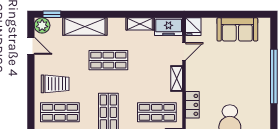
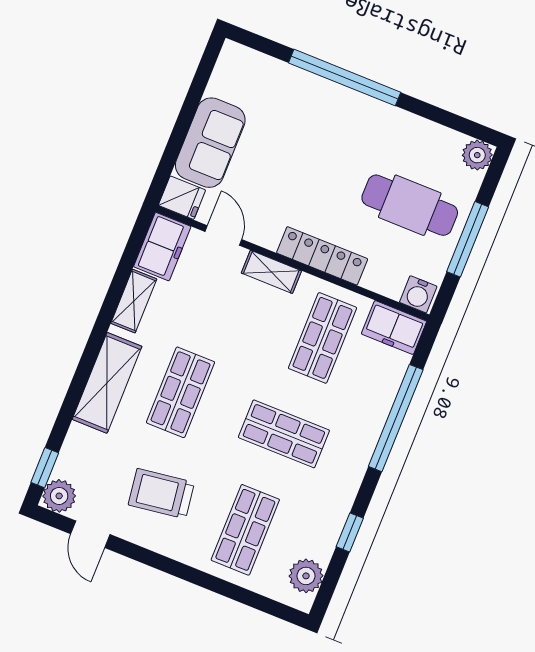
shelving: (85, 27) -> (107, 383), moved
sofa: (237, 29) -> (210, 143), moved
door: (31, 46) -> (90, 534), swing flipped
trolley: (55, 84) -> (161, 494), moved, turned -98
locker: (192, 105) -> (322, 256), width x1.53

